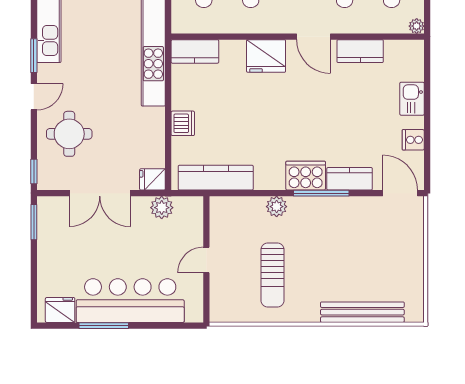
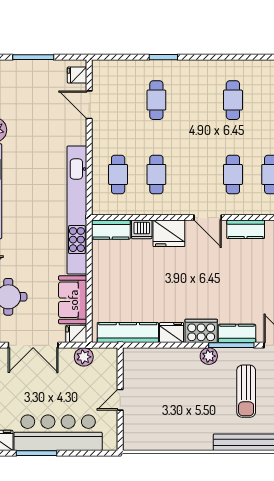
dishwasher: (183, 123) -> (142, 229), moved, turned 90
sofa: (148, 137) -> (73, 300), added
fridge: (269, 178) -> (172, 332), added
window: (321, 193) -> (231, 345), moved
plant: (277, 207) -> (209, 356), moved
sun lounger: (272, 275) -> (246, 391), moved

